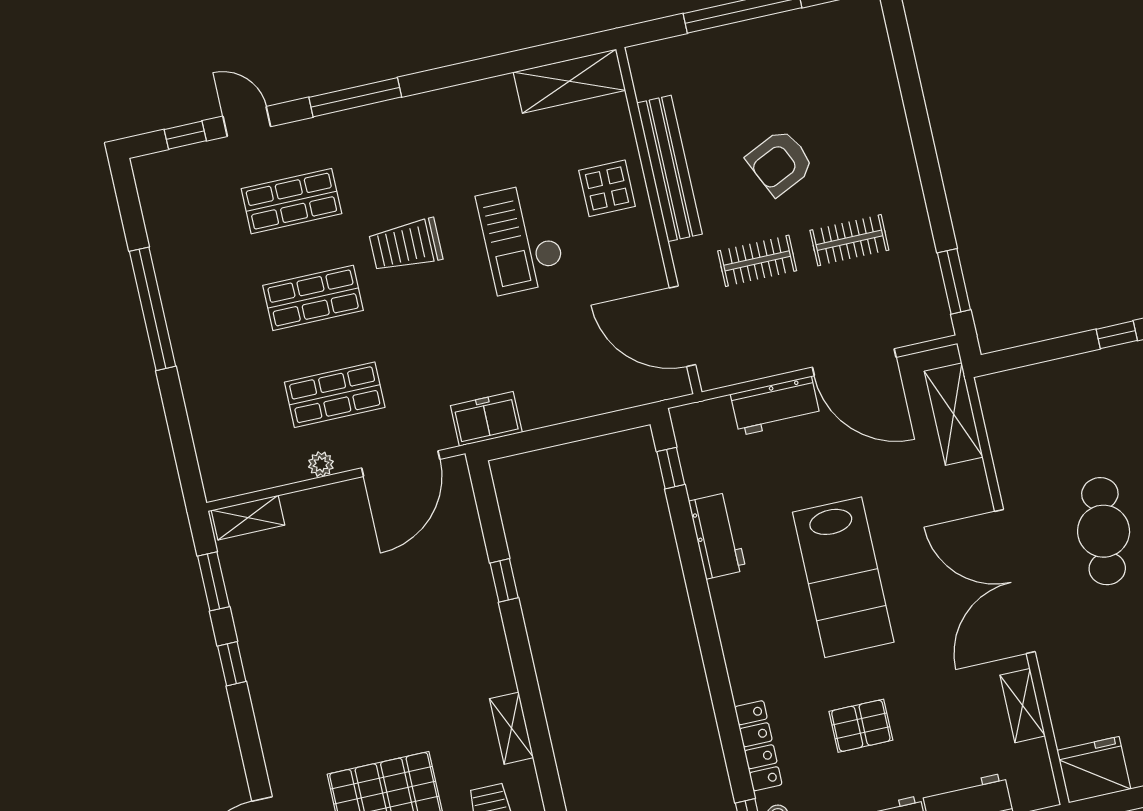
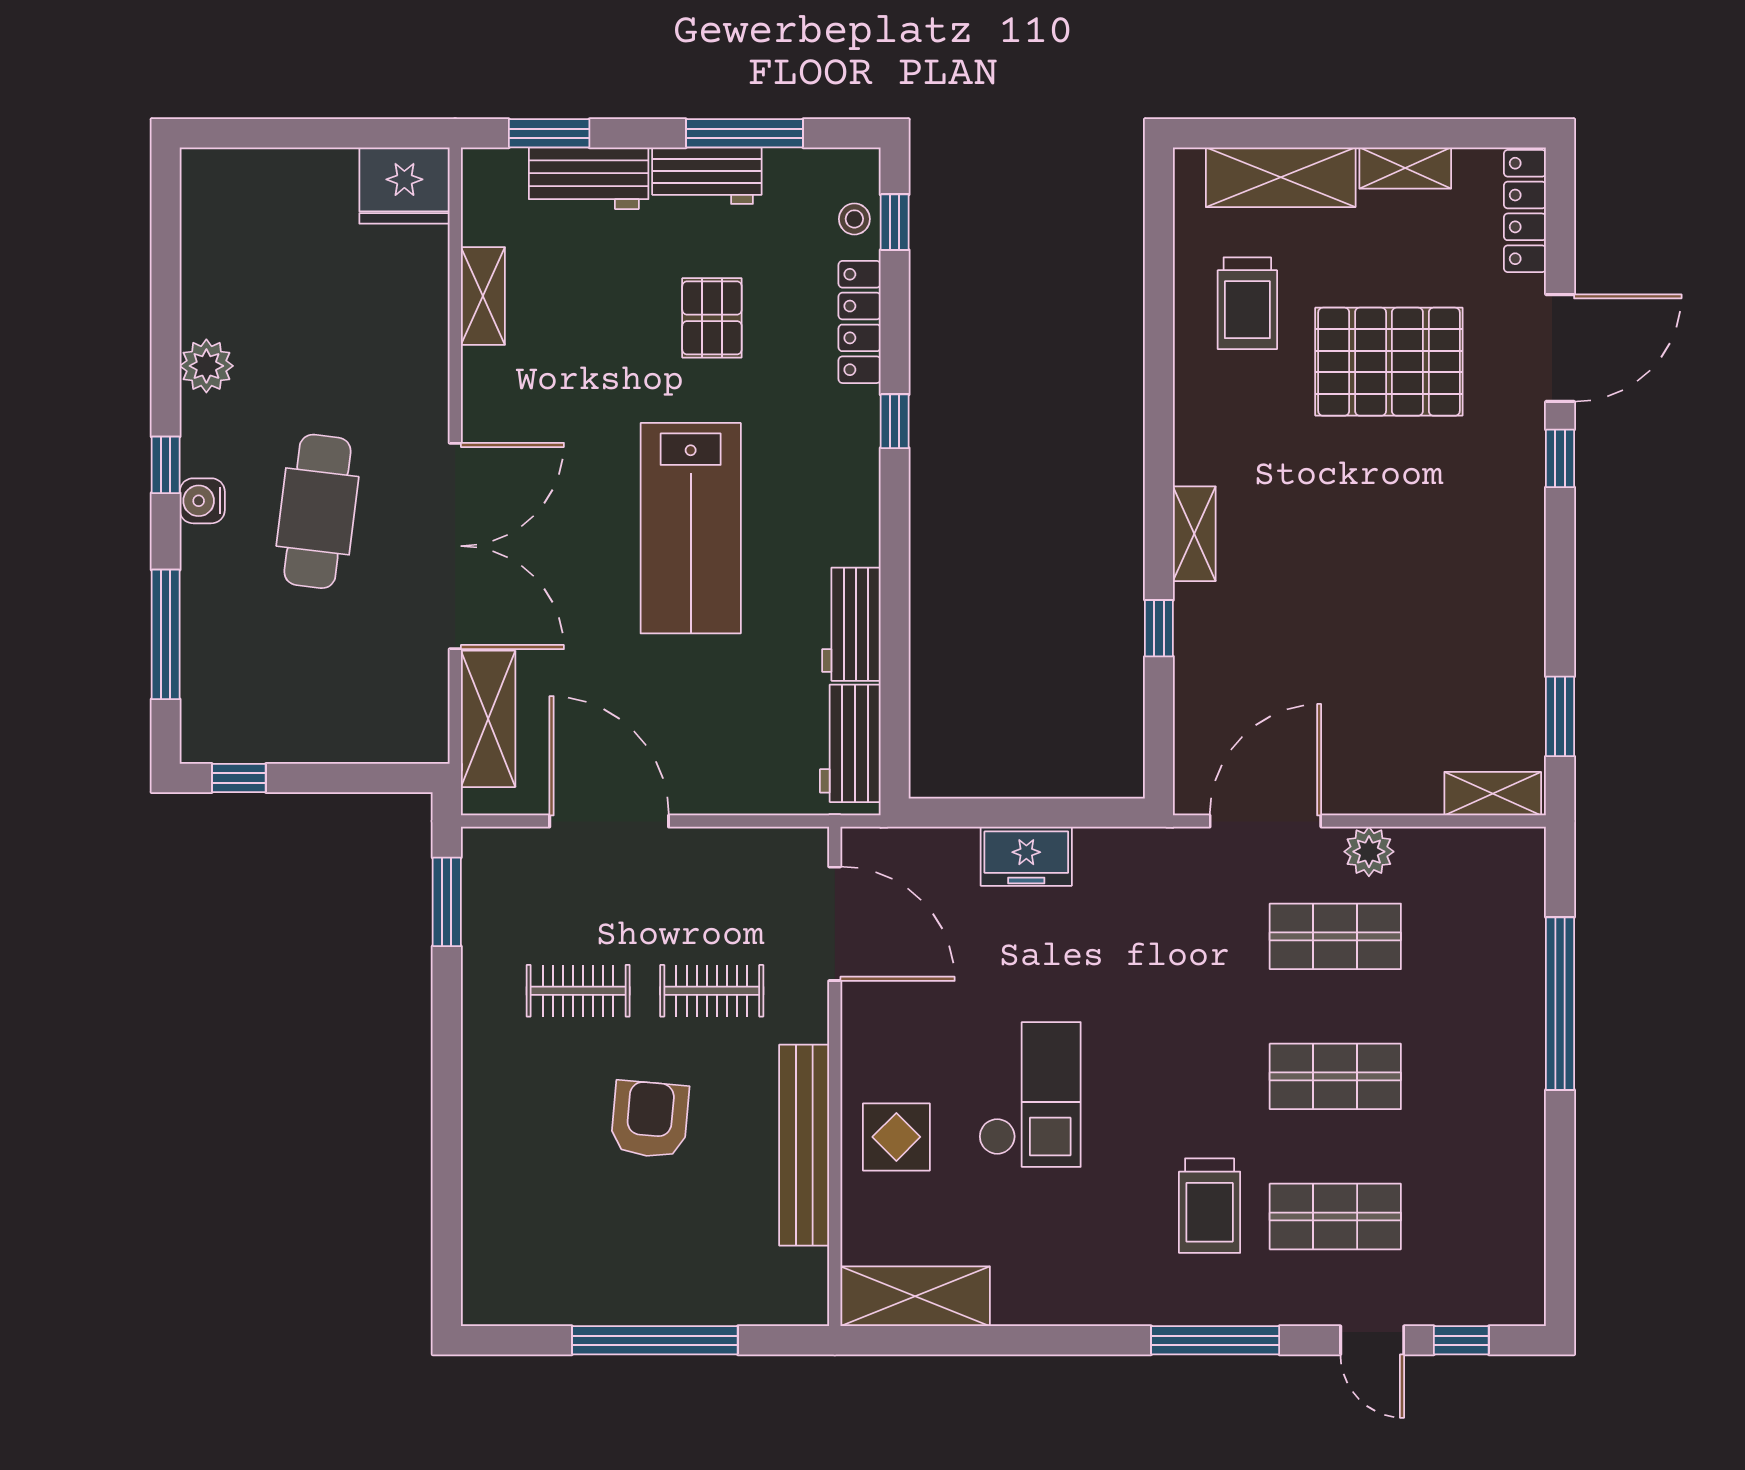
armchair: (780, 162) -> (650, 1119), turned -60
trolley: (406, 245) -> (1210, 1206), moved, turned 90
window: (152, 309) -> (1560, 1004), moved
workbench: (775, 406) -> (850, 743), moved, turned -90
freezer: (486, 419) -> (1026, 856), moved
plant: (321, 464) -> (1369, 852), width x1.38, depth x1.38
window: (671, 468) -> (895, 421), moved
lab bench: (843, 577) -> (691, 528), turned 180
double door: (1015, 582) -> (455, 546), moved
window: (232, 664) -> (1560, 458), moved
pallet: (861, 726) -> (712, 318), turned 90
shelving: (511, 728) -> (1194, 534), moved

